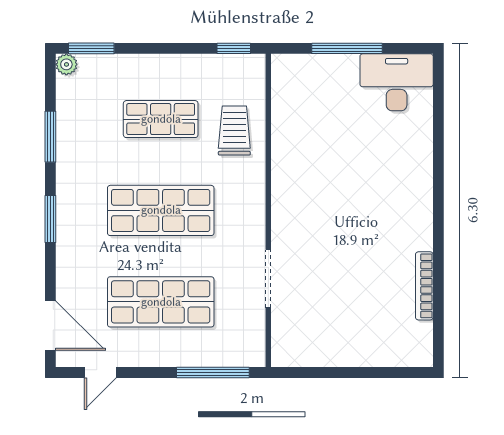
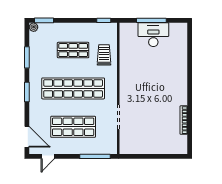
desk: (397, 82) -> (153, 35), moved
shop shelf: (161, 210) -> (73, 88), width x1.40

